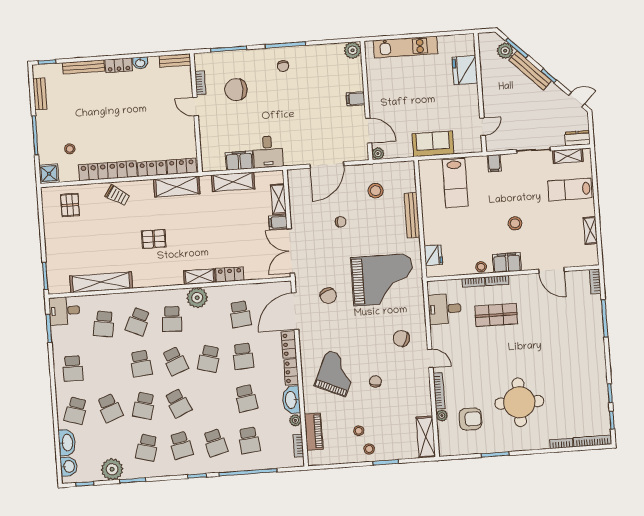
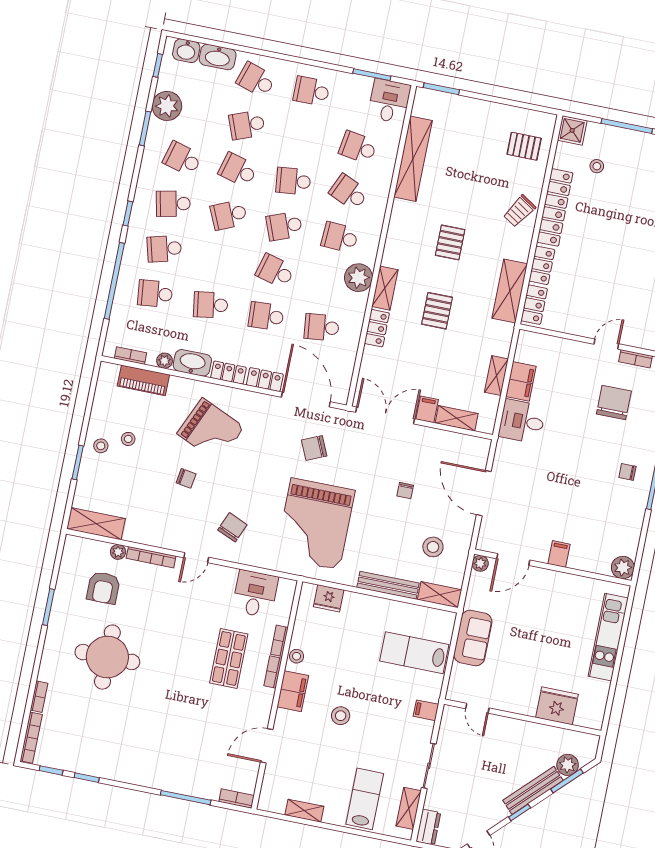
shelving: (408, 176) -> (440, 595), added
shelving: (233, 182) -> (496, 376), width x0.67, depth x0.75
pallet: (205, 235) -> (437, 311), added

